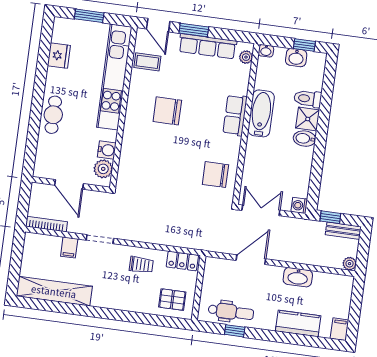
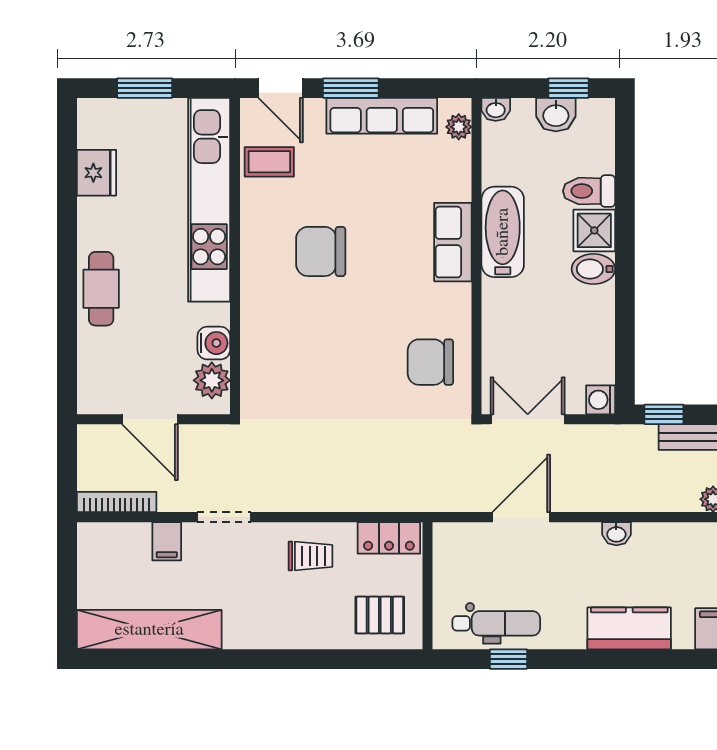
washbasin: (298, 277) -> (616, 534), width x0.52, depth x0.69

